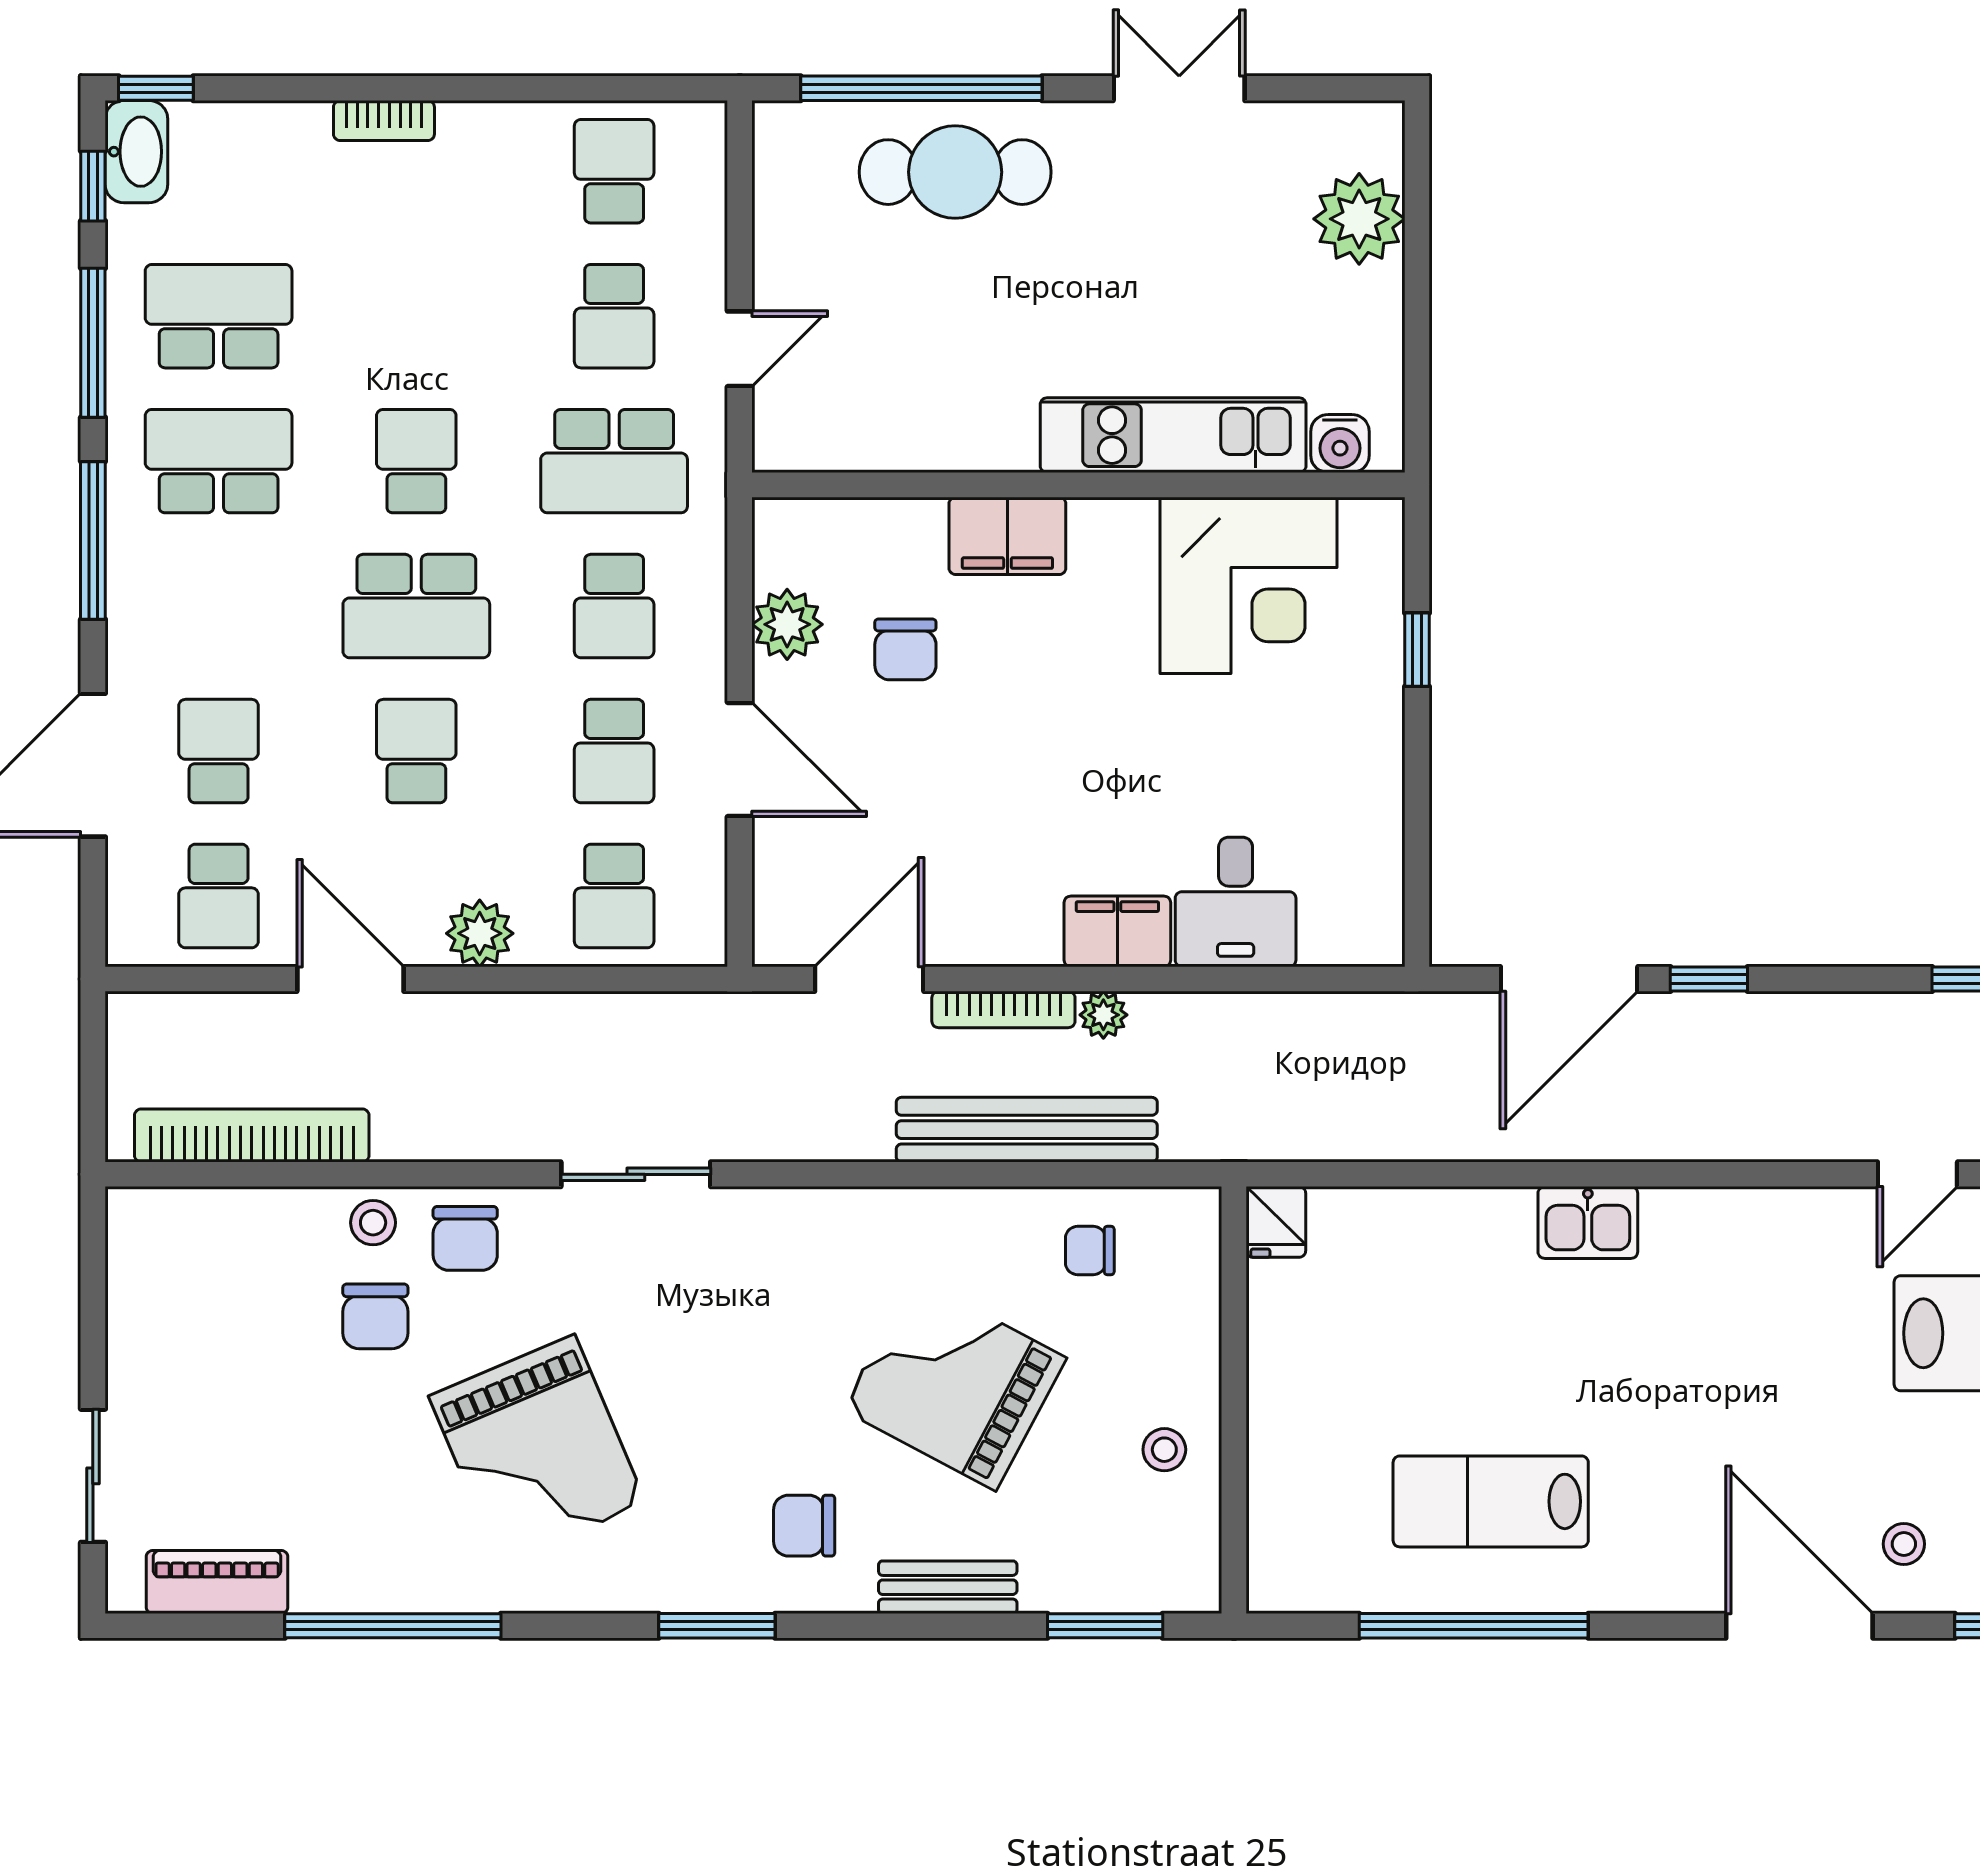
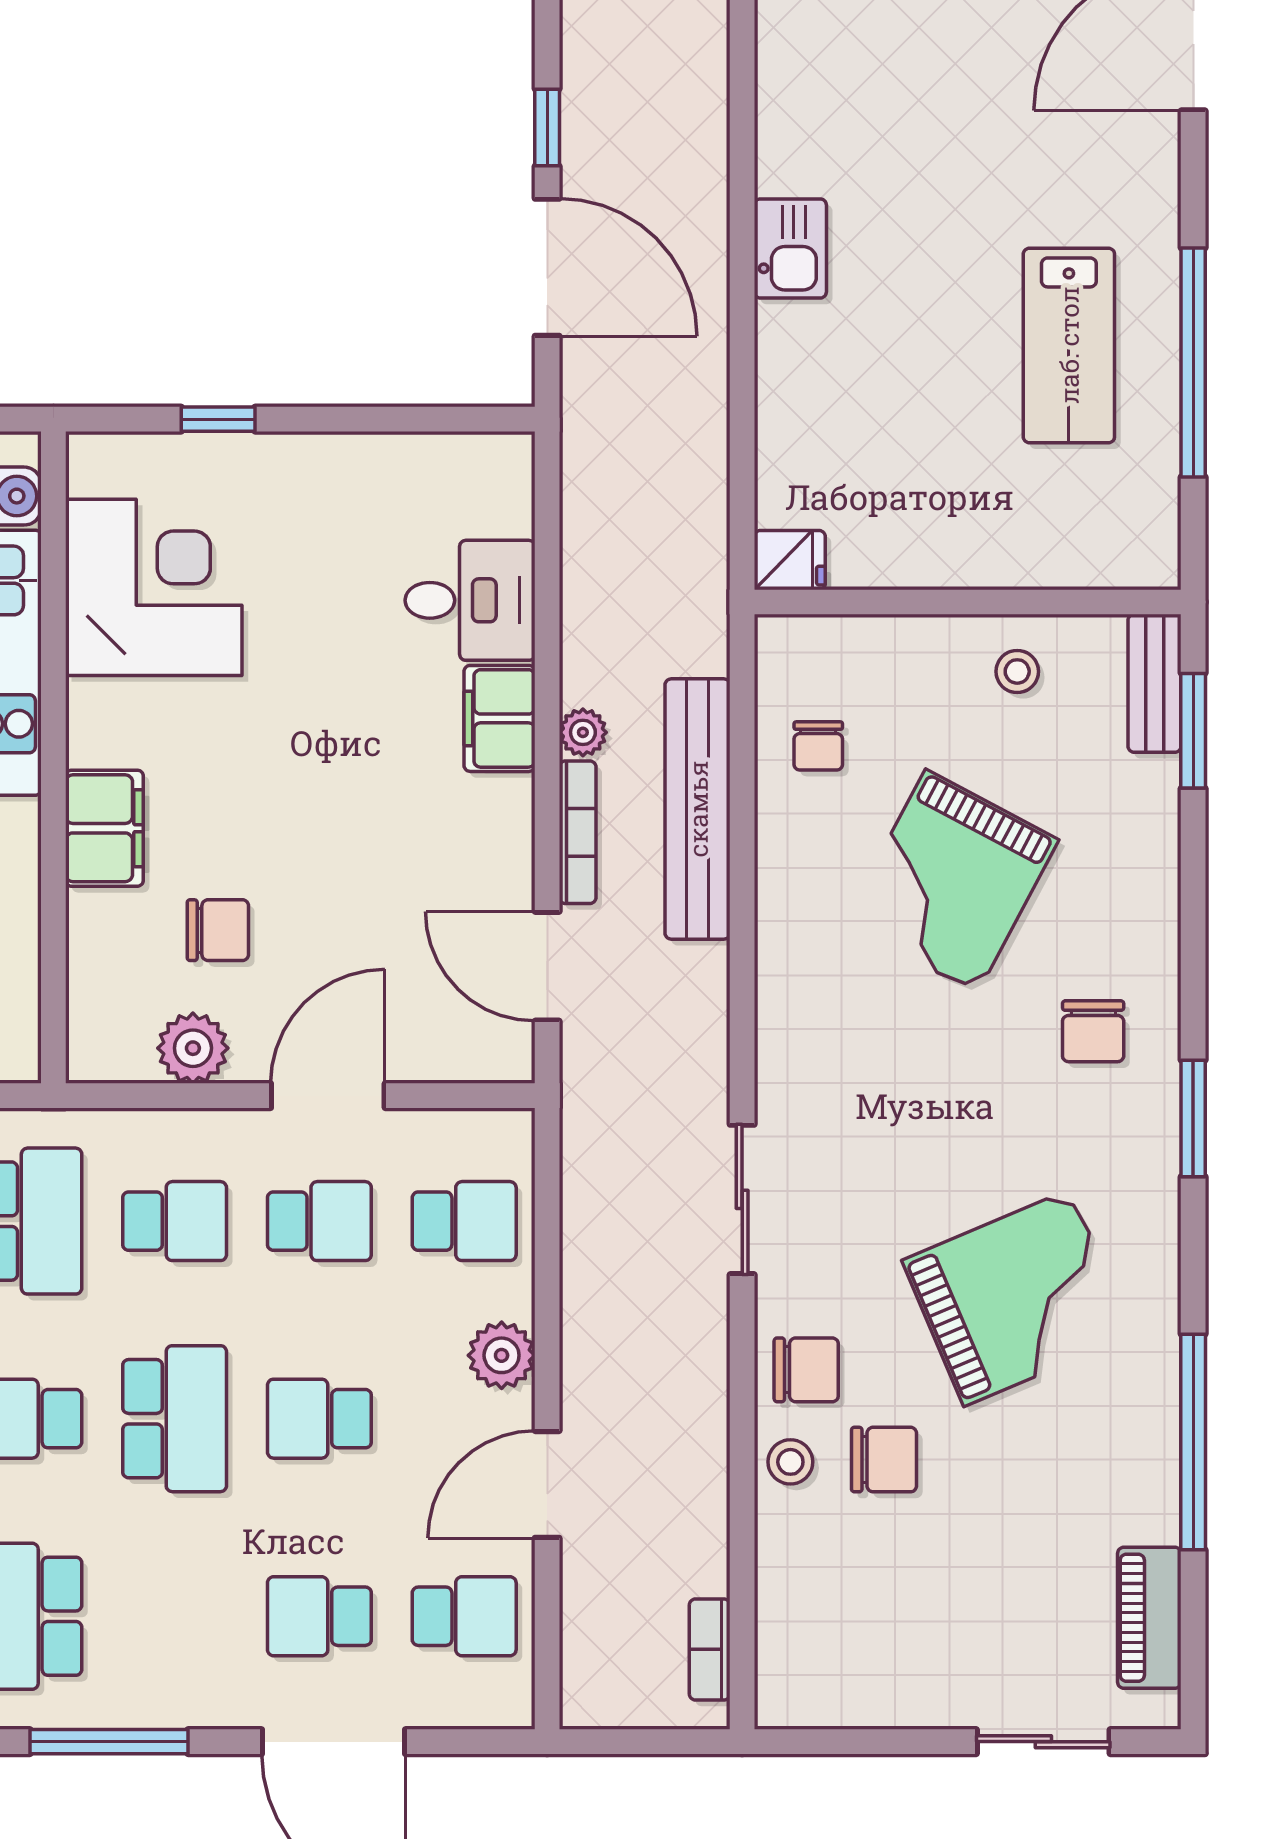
bookcase: (252, 1135) -> (710, 1649), width x0.43, depth x0.76
bench: (948, 1587) -> (1155, 683), moved

